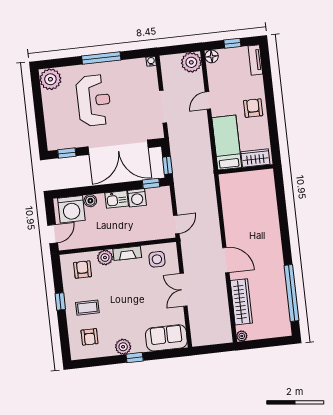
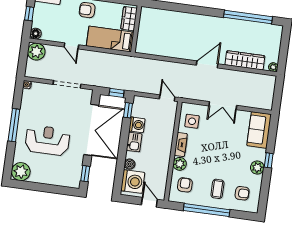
armchair: (83, 270) -> (185, 185), turned 90
window: (60, 301) -> (207, 210), width x3.17

